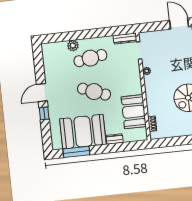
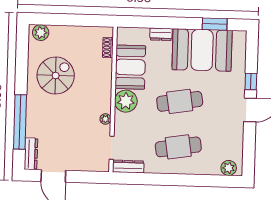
plant: (73, 46) -> (229, 168), moved
plant: (134, 86) -> (126, 101), added
cafe table: (94, 92) -> (180, 101), turned -30
window: (76, 152) -> (215, 24), width x0.69

